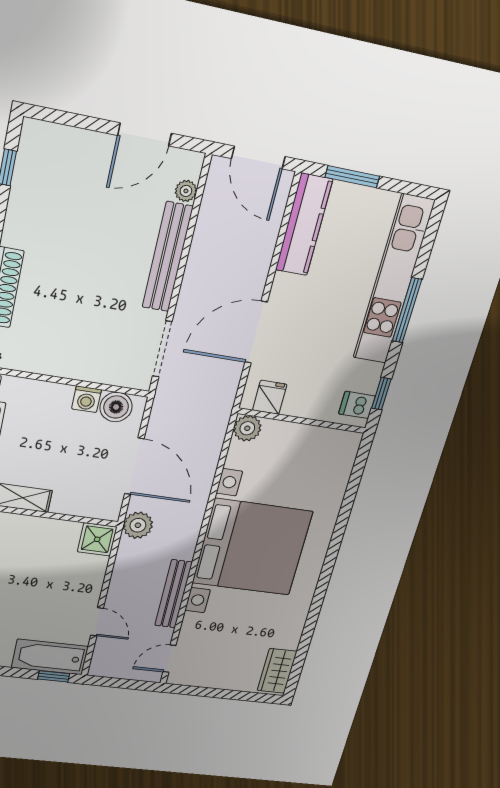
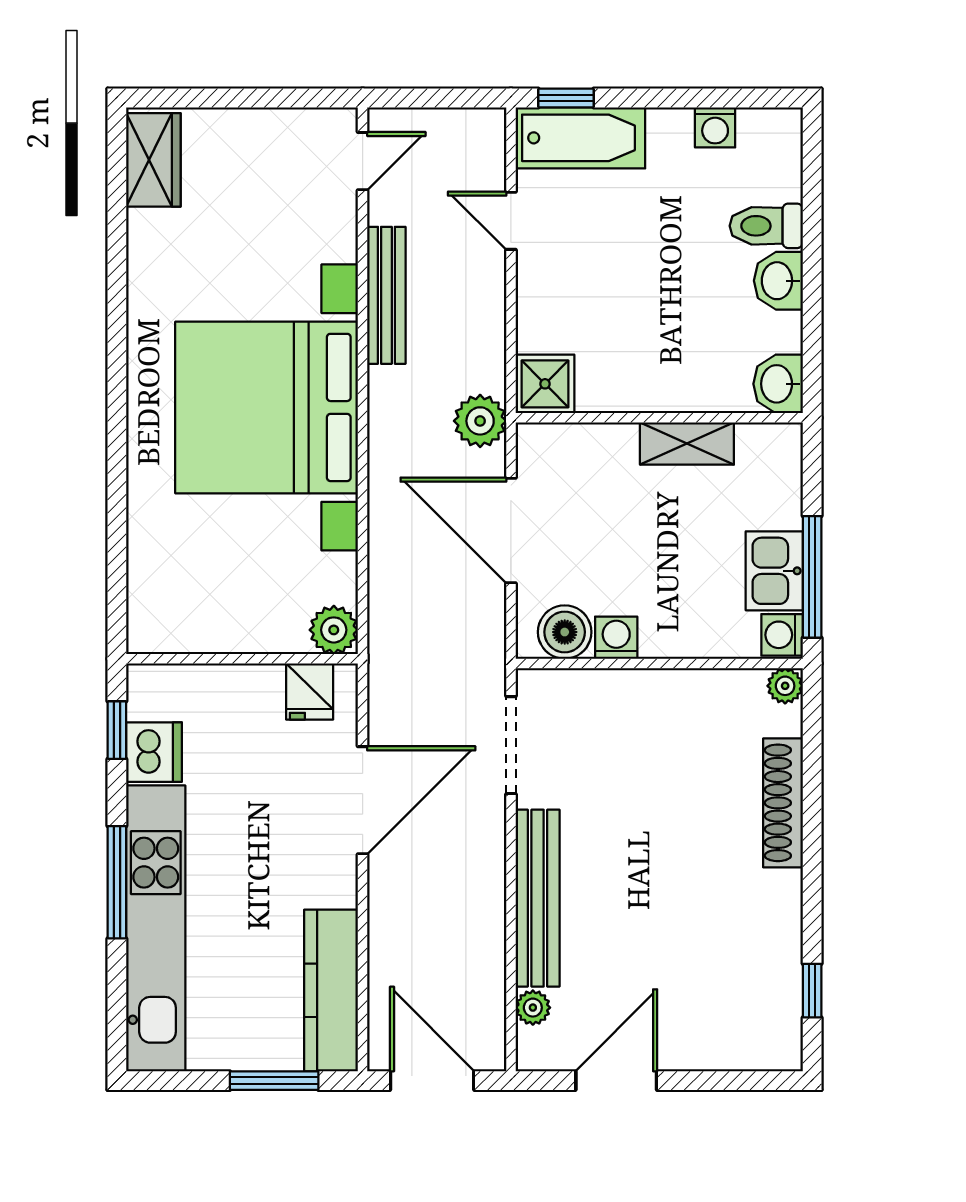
dishwasher: (357, 405) -> (154, 752), moved, width x1.38

